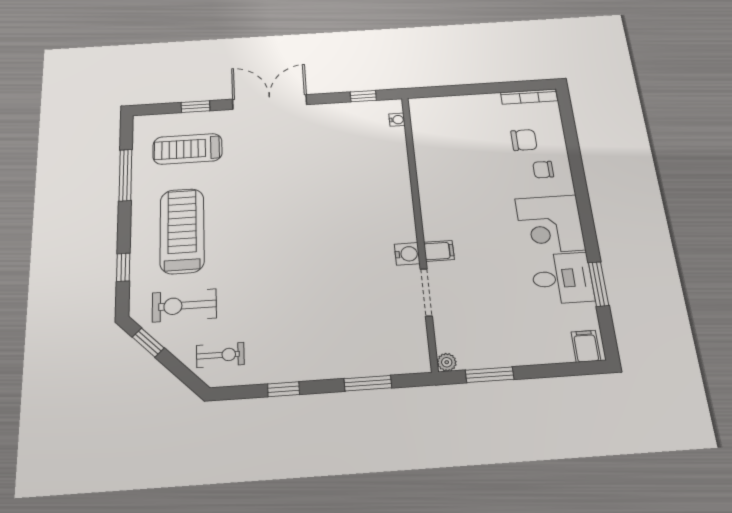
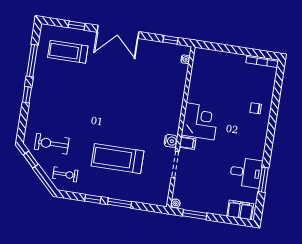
double door: (270, 102) -> (118, 32), swing flipped
chair: (524, 140) -> (251, 88), removed
corner desk: (550, 224) -> (200, 121), moved, turned 180
treadmill: (182, 231) -> (118, 158), moved, turned -90
window: (123, 267) -> (27, 95), moved
filing cabinet: (586, 346) -> (240, 210), width x2.00
window: (368, 383) -> (120, 203), moved

